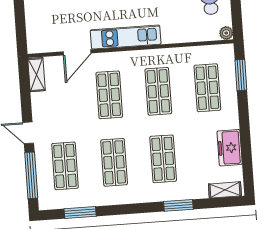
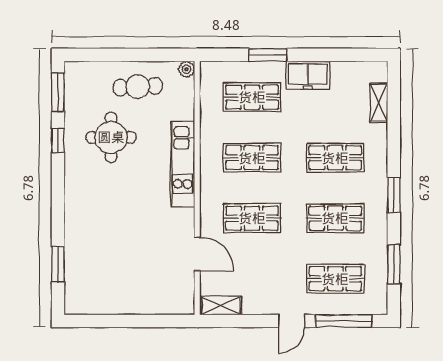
kitchen unit: (126, 37) -> (183, 164), moved
window: (241, 75) -> (268, 55), moved
freezer: (230, 148) -> (308, 75), moved
shelving: (225, 190) -> (379, 103), moved
window: (178, 205) -> (394, 195), moved

